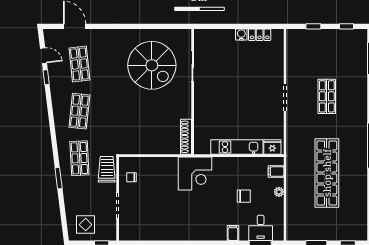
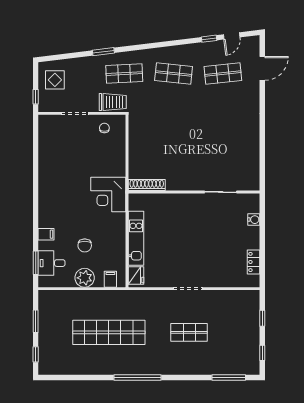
water cooler: (241, 34) -> (254, 220), moved
spiral stairs: (152, 65) -> (222, 149), removed
plant: (279, 192) -> (85, 278), width x1.88, depth x1.88

